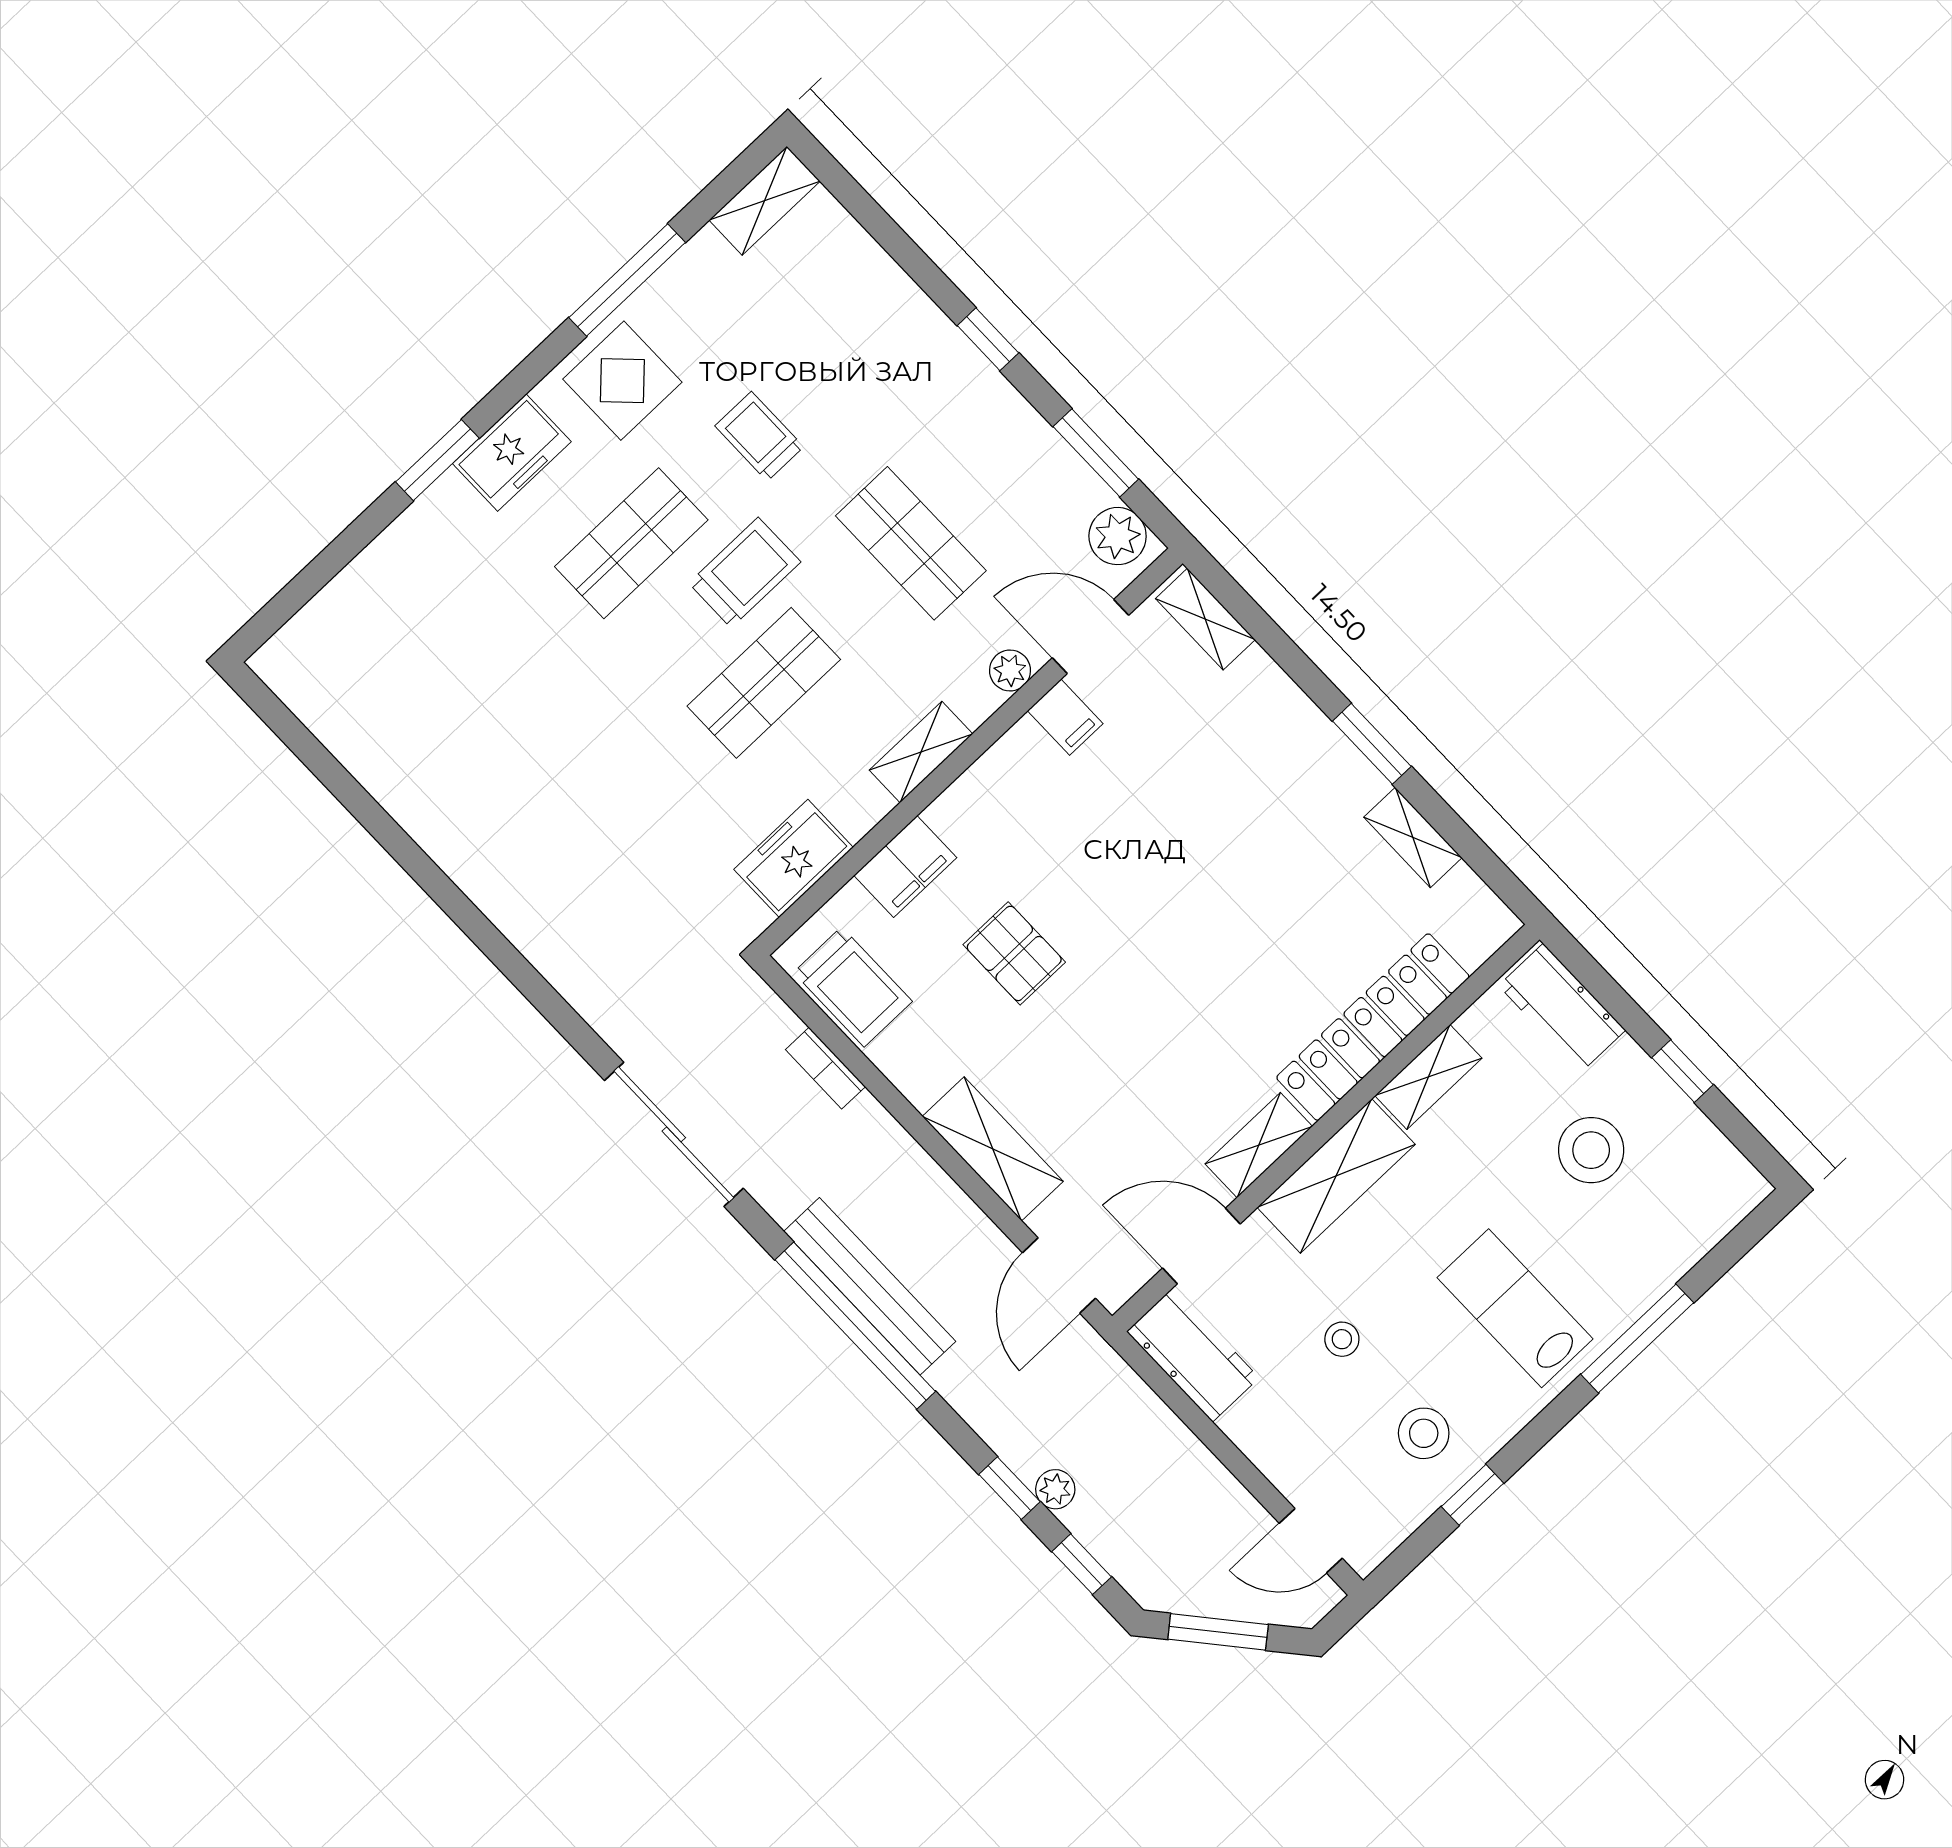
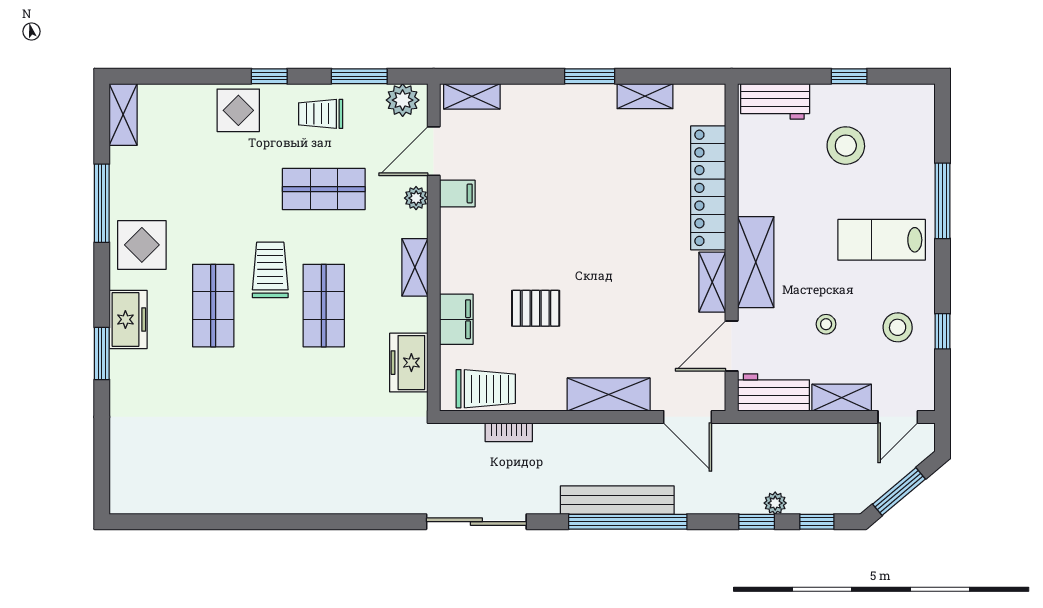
display table: (908, 341) -> (238, 110), added
trolley: (759, 436) -> (321, 114), moved
shelving: (1428, 1077) -> (842, 398), moved, turned 90

